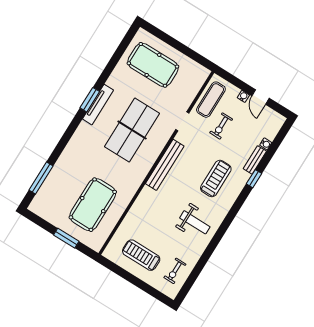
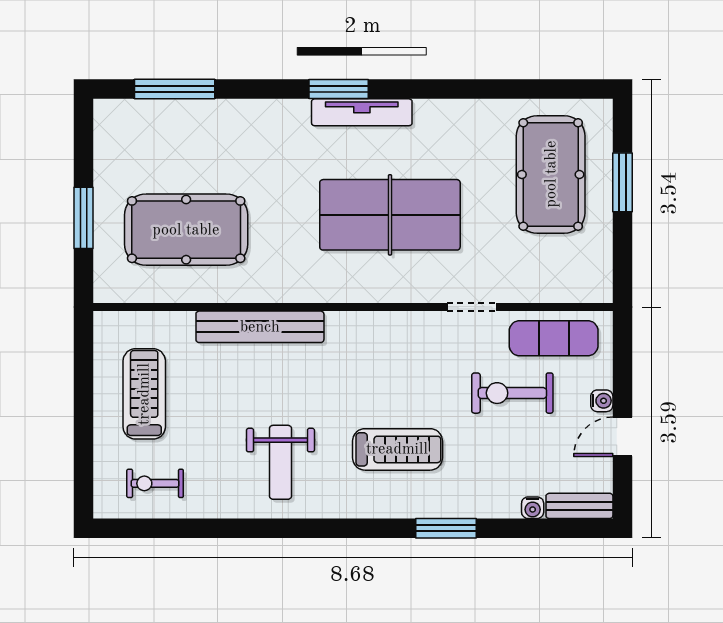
window: (171, 41) -> (622, 182), added
window: (90, 100) -> (339, 89), moved
tv unit: (98, 105) -> (362, 112), moved
exercise bike: (221, 126) -> (512, 393), width x1.38, depth x1.39
bench: (255, 160) -> (579, 506), moved
bench: (165, 165) -> (260, 327), moved
window: (254, 179) -> (446, 528), width x1.50

